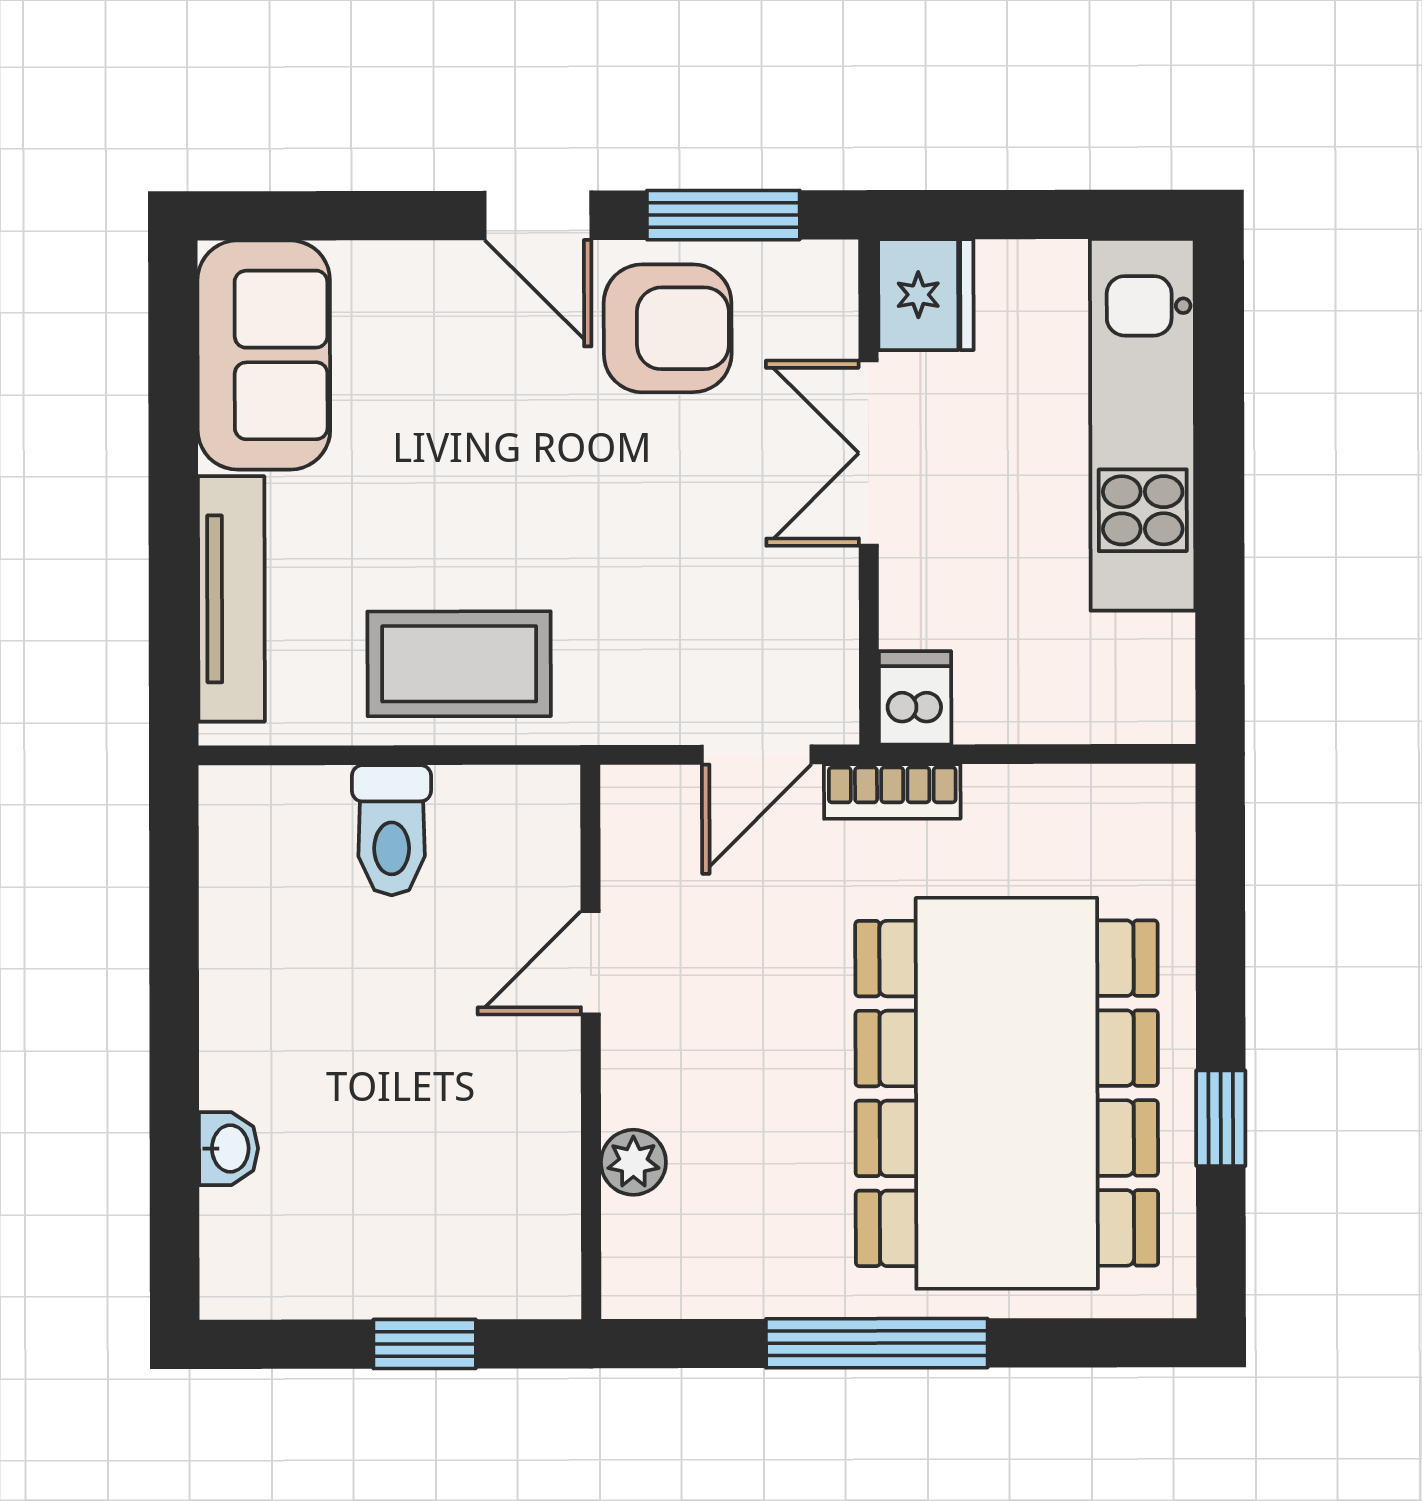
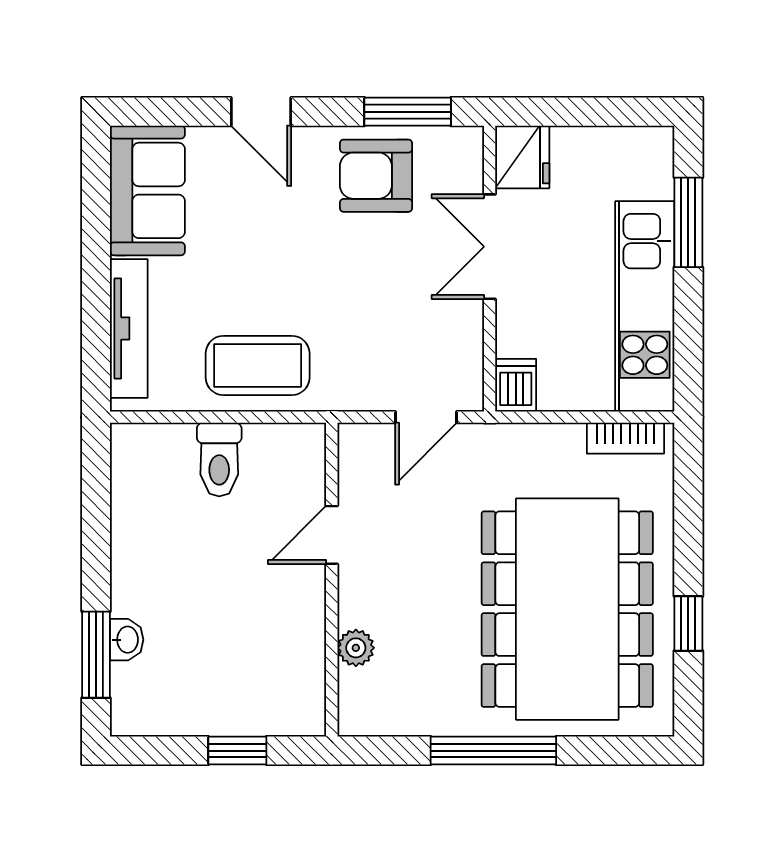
door: (538, 215) -> (261, 112), moved
armchair: (668, 328) -> (376, 176), turned 180
window: (1220, 410) -> (688, 222), added
kitchen unit: (1143, 425) -> (645, 306), moved
bookcase: (892, 791) -> (625, 438), moved
window: (174, 1175) -> (96, 655), added

